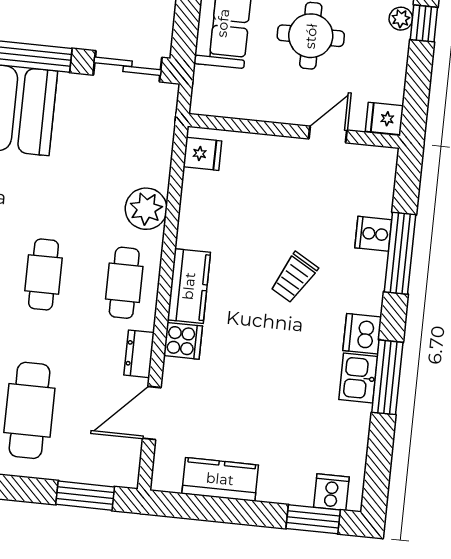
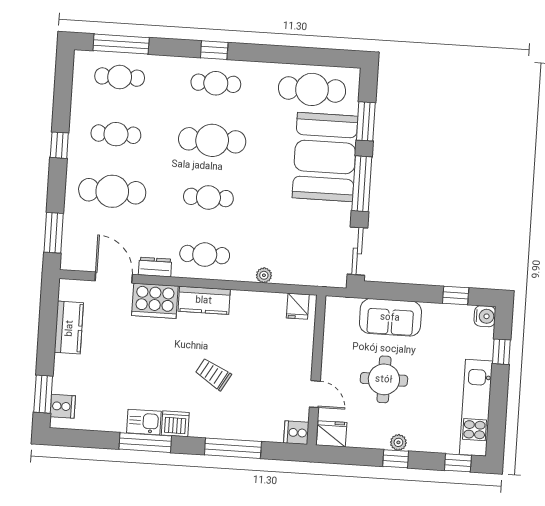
fridge: (384, 118) -> (332, 434), width x1.38
plant: (146, 209) -> (264, 275), width x0.53, depth x0.53
cooker: (373, 234) -> (296, 433), moved, turned -90
cooker: (183, 341) -> (155, 301), width x1.87, depth x1.31

